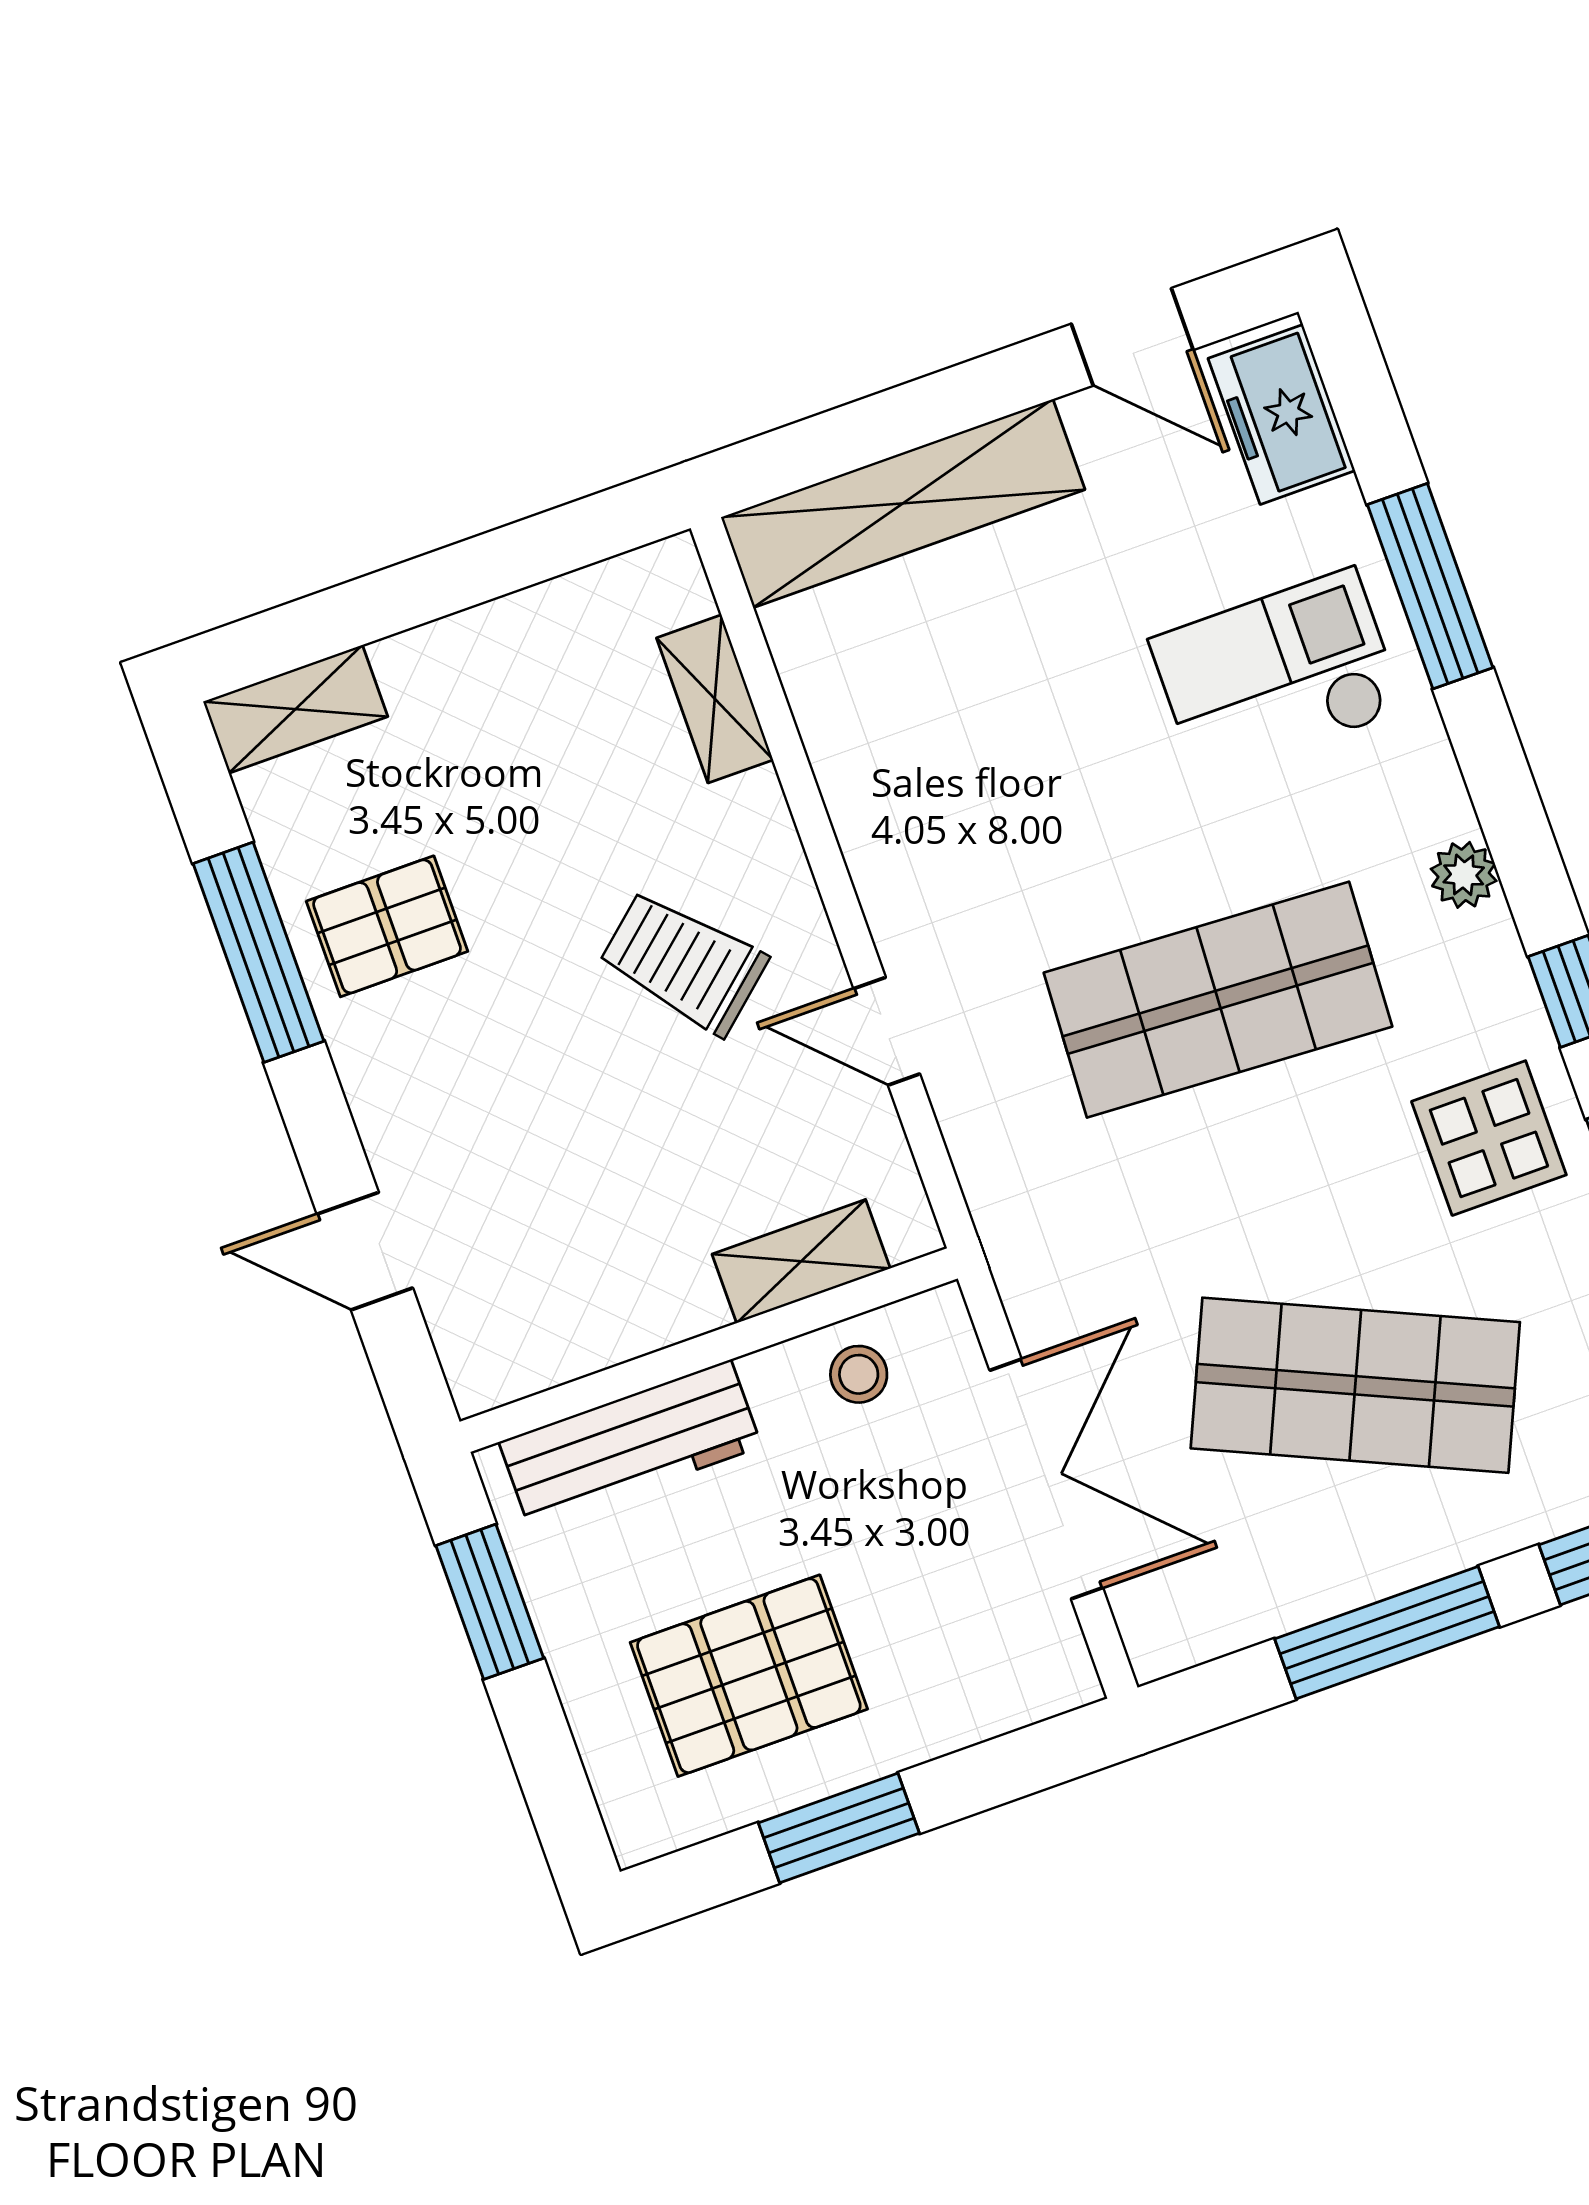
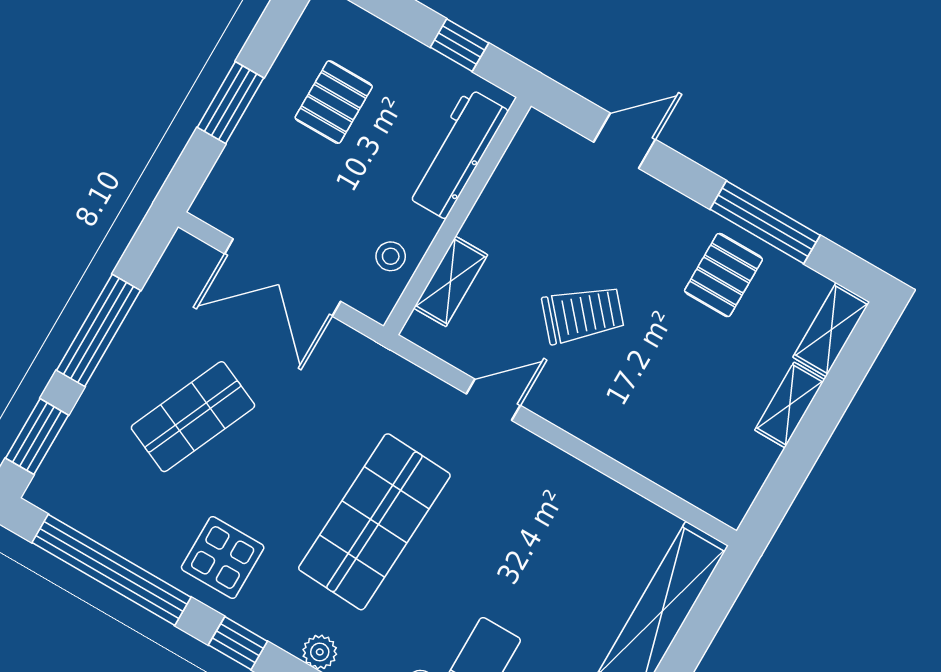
shelving: (715, 699) -> (790, 405), moved, turned 90
trolley: (683, 962) -> (583, 314), moved
shop shelf: (1355, 1385) -> (193, 417), width x0.70, depth x0.74
window: (490, 1602) -> (459, 45), width x0.67
pallet: (749, 1676) -> (334, 102), width x0.67, depth x0.71
window: (839, 1828) -> (231, 103), moved

